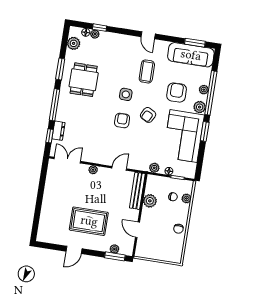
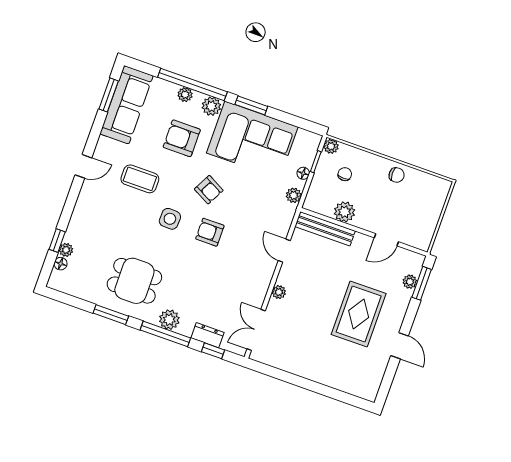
plant: (74, 43) -> (169, 320), moved
plant: (186, 198) -> (331, 146), moved

